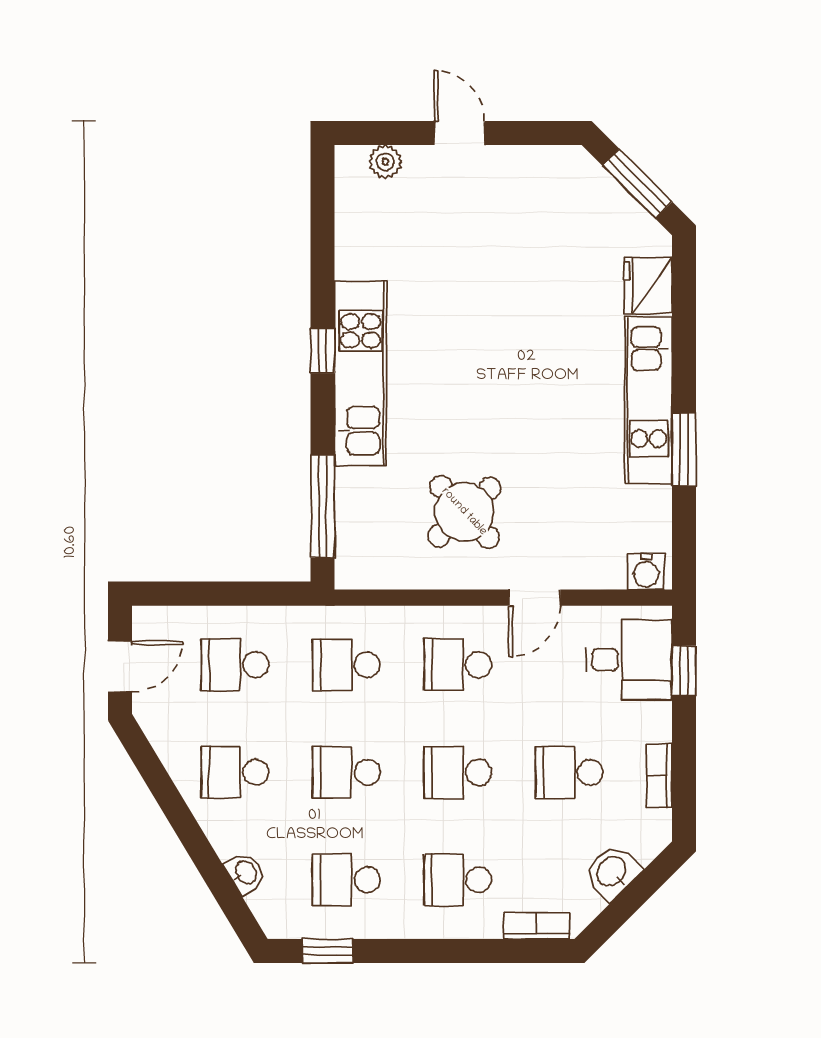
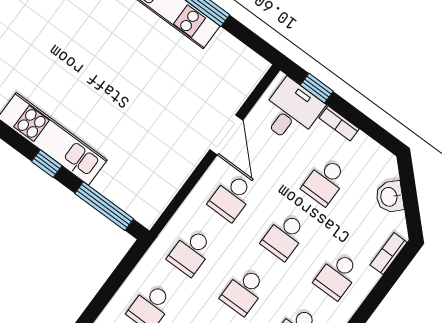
window: (323, 351) -> (47, 164), moved
round table: (464, 512) -> (159, 138), removed
water cooler: (646, 572) -> (254, 71), removed
door: (535, 598) -> (226, 135), width x1.38
bookcase: (659, 775) -> (339, 123), moved

